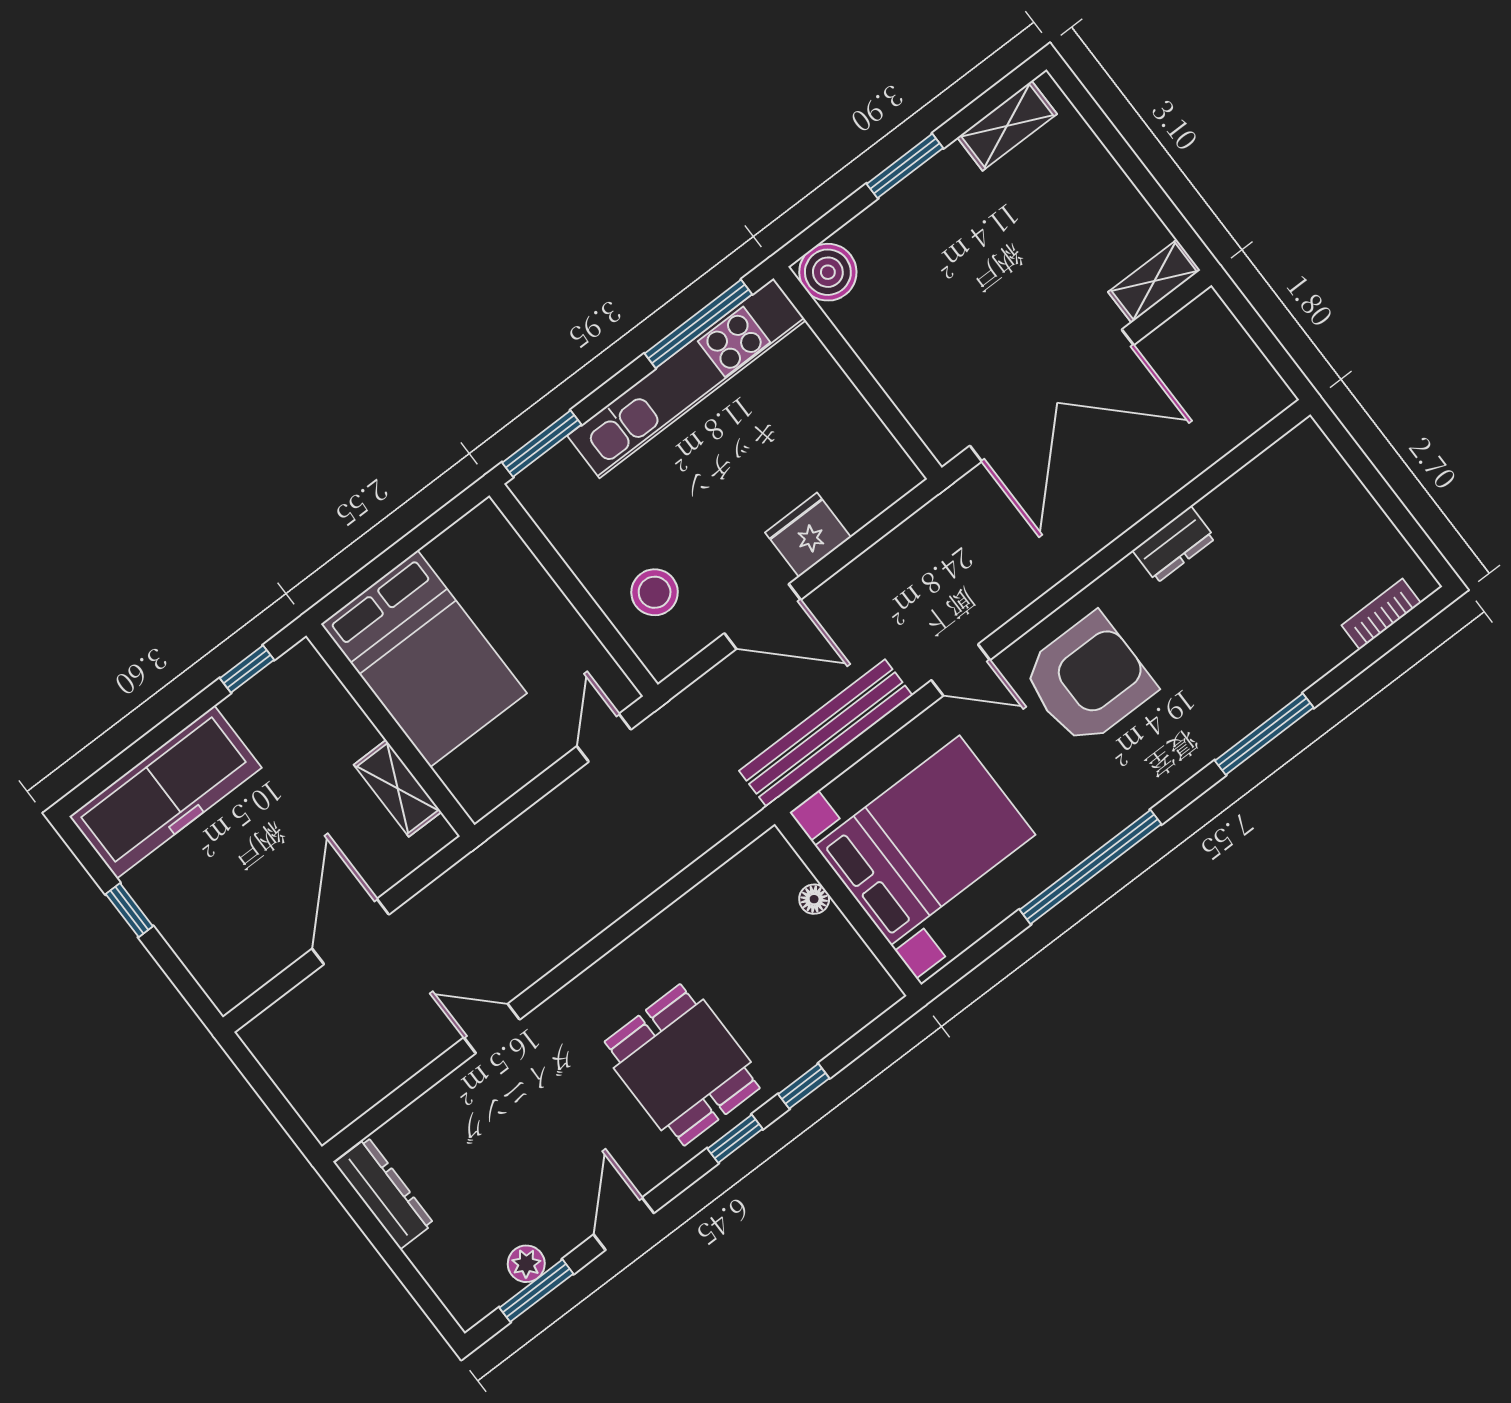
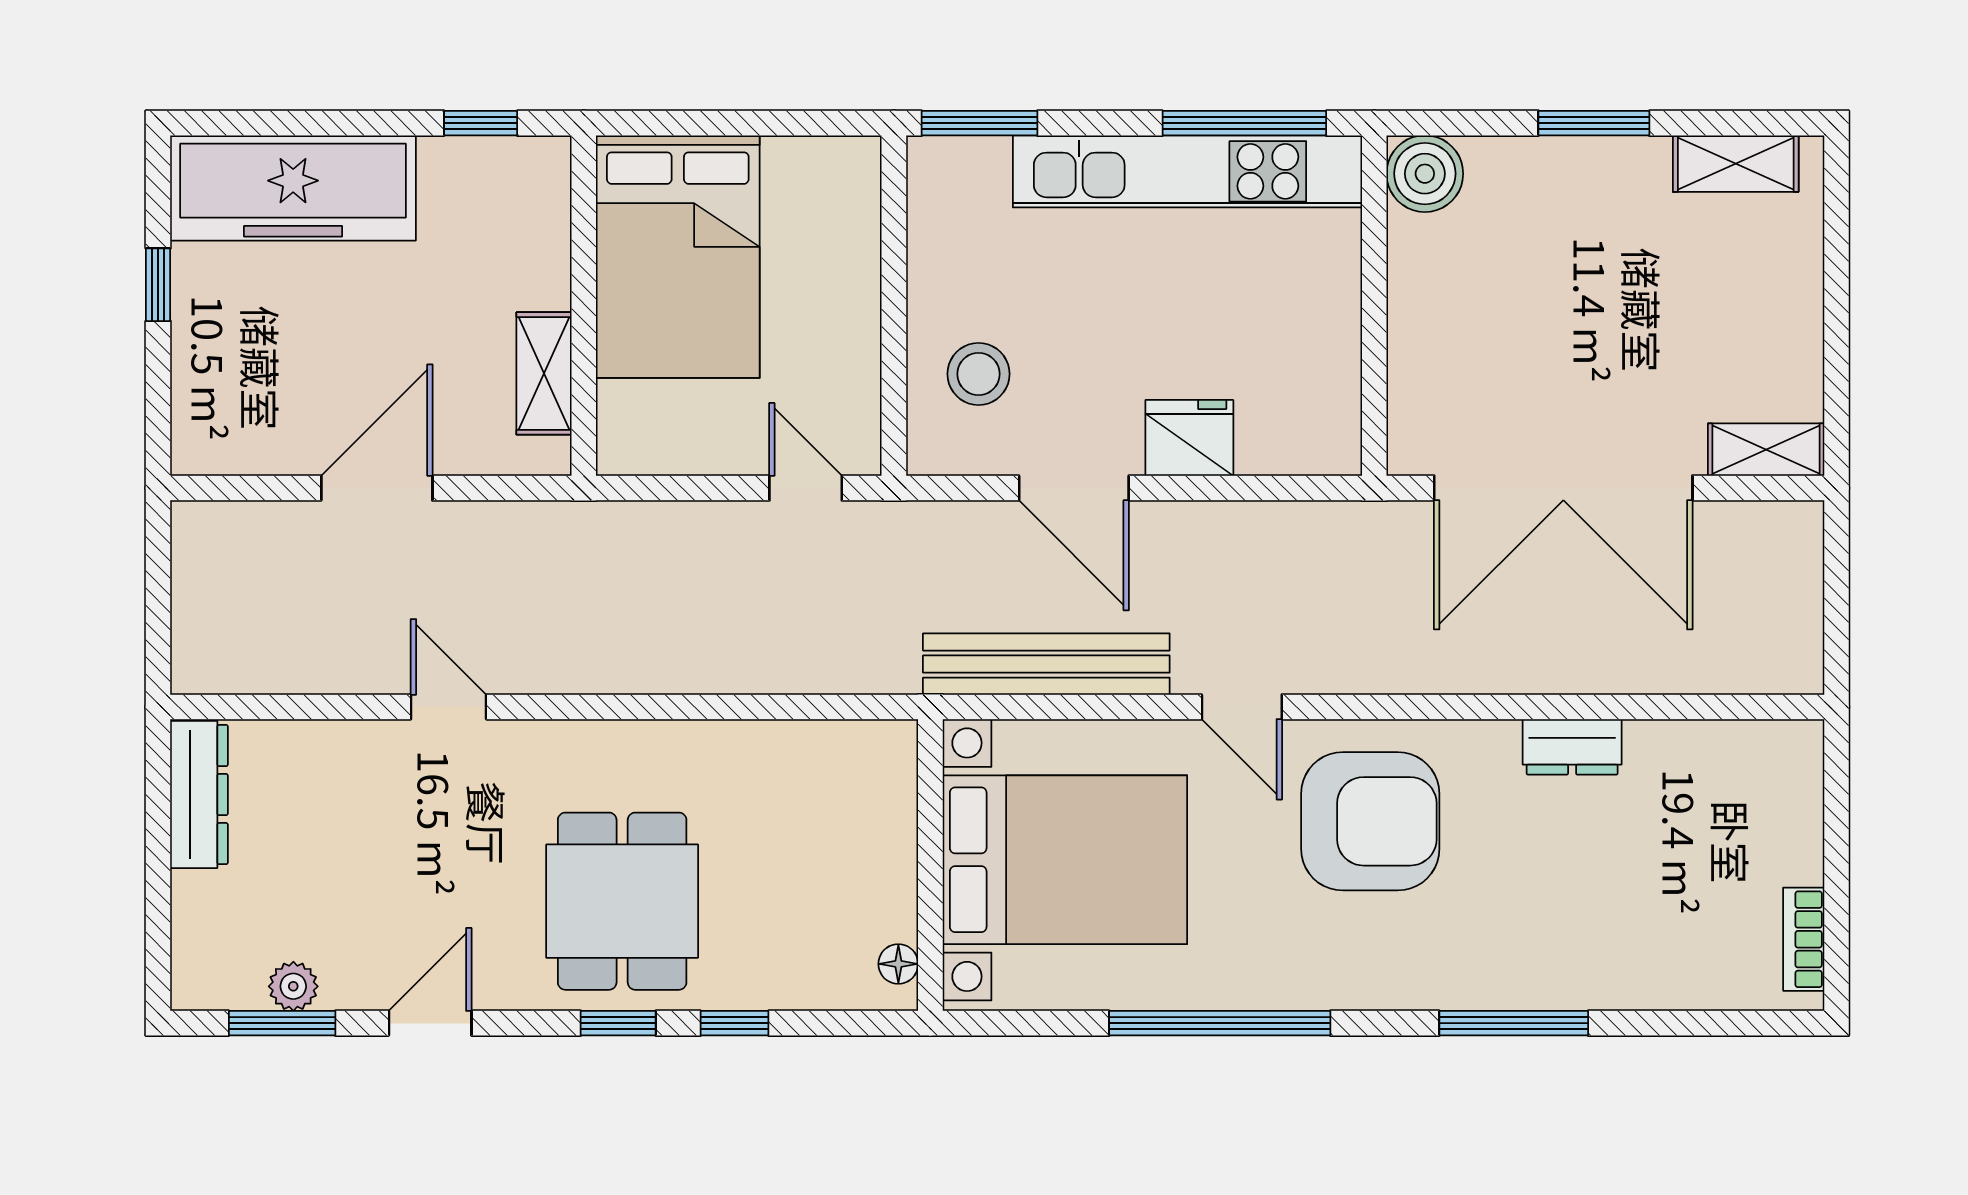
bookcase: (1381, 614) -> (1804, 939), moved, turned -90
door: (604, 738) -> (806, 488), hinge flipped
floor lamp: (814, 899) -> (898, 964), moved

